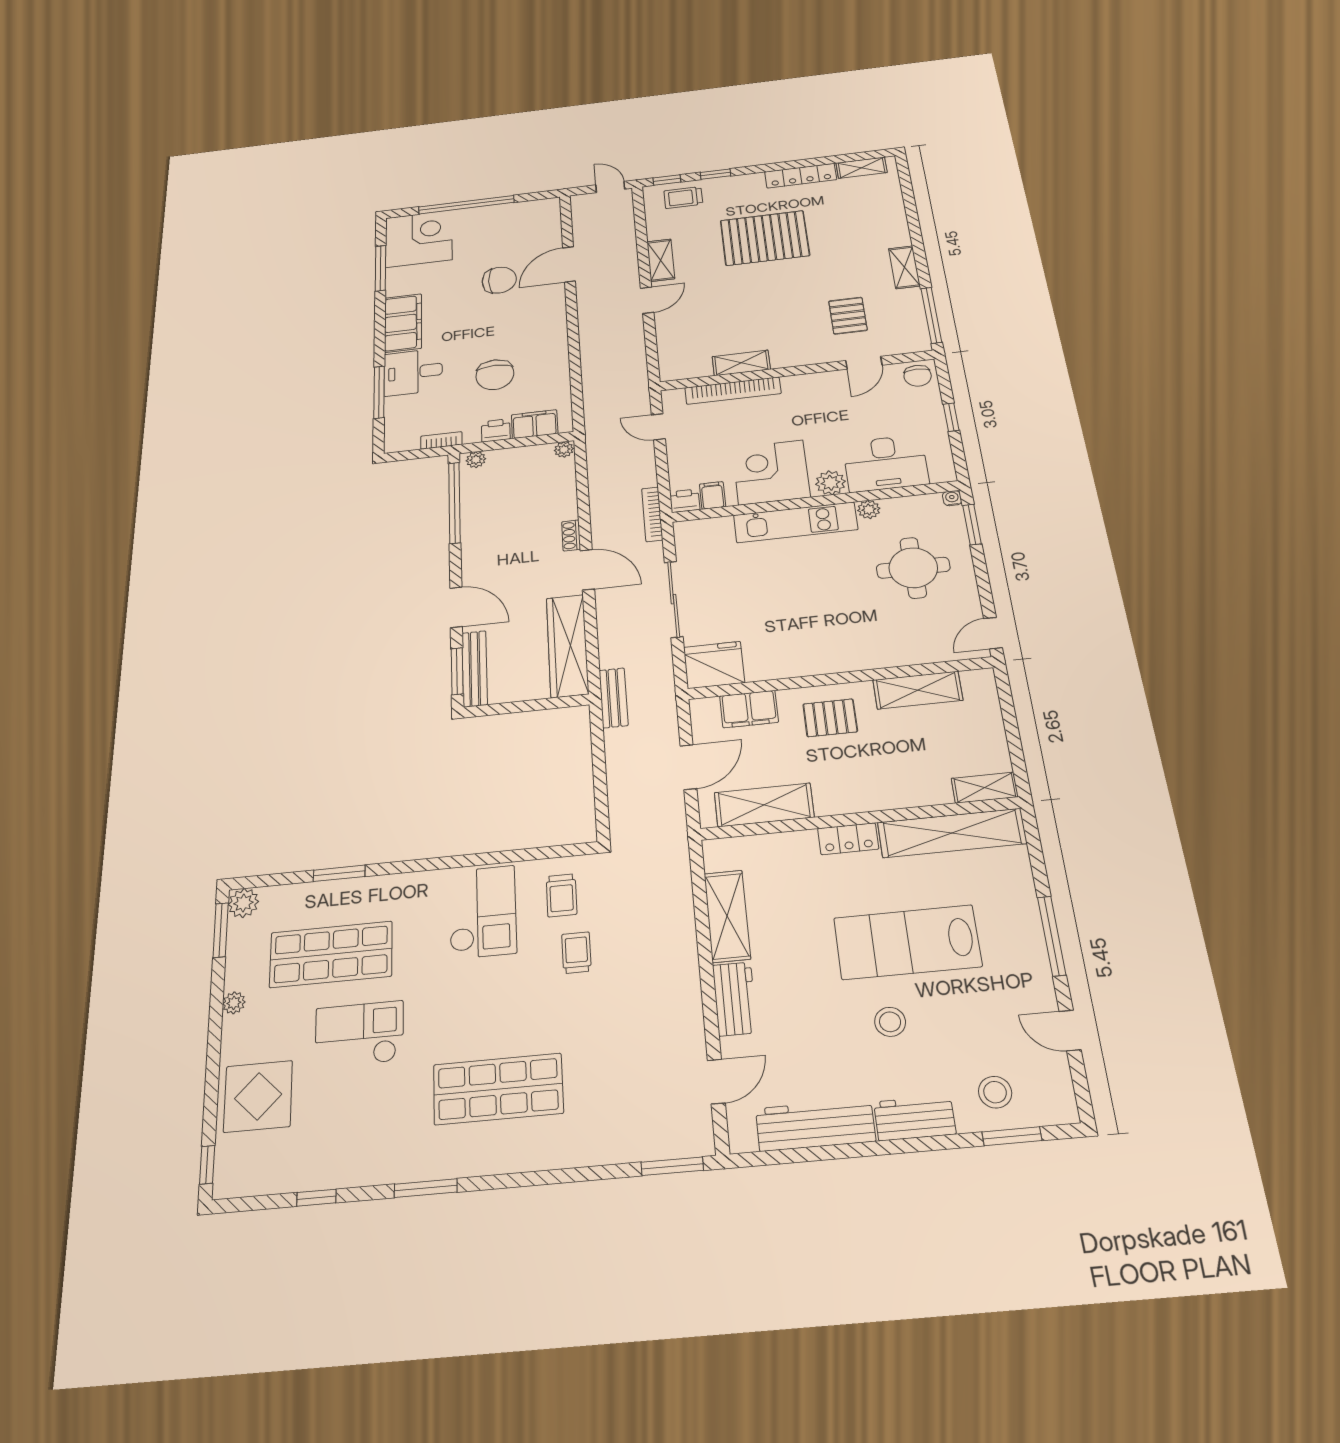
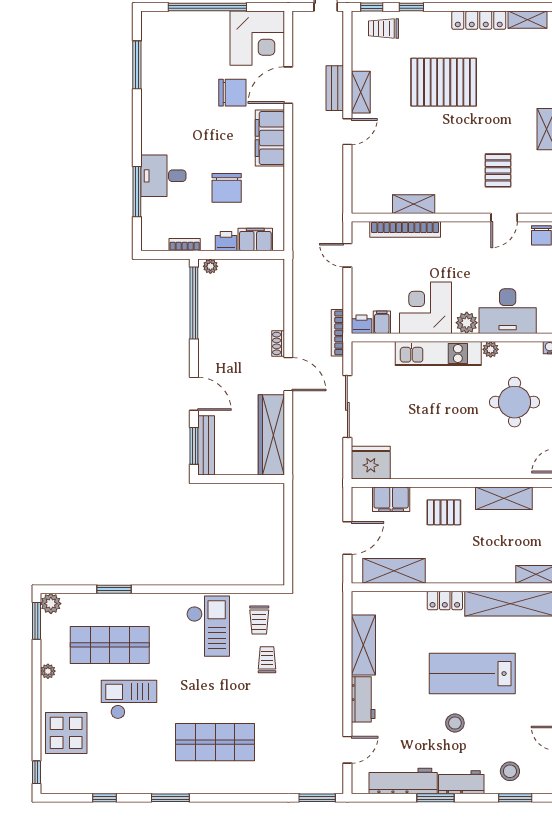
corner desk: (419, 239) -> (257, 38), moved, turned 90
filing cabinet: (403, 323) -> (270, 138), moved, turned 180
plant: (564, 450) -> (276, 266), removed
bench: (613, 698) -> (335, 88), moved
window: (874, 1148) -> (436, 798), added

